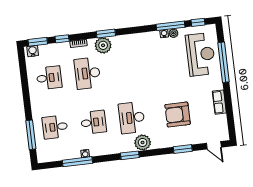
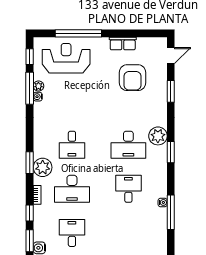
armchair: (178, 114) -> (132, 78), moved
desk: (55, 127) -> (72, 145), moved

